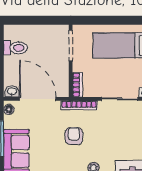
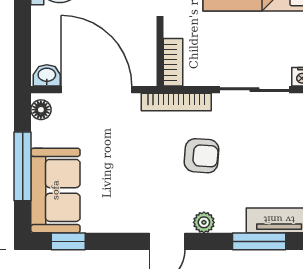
armchair: (74, 136) -> (202, 156), moved, turned 94

